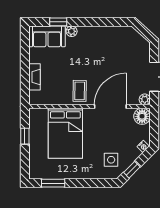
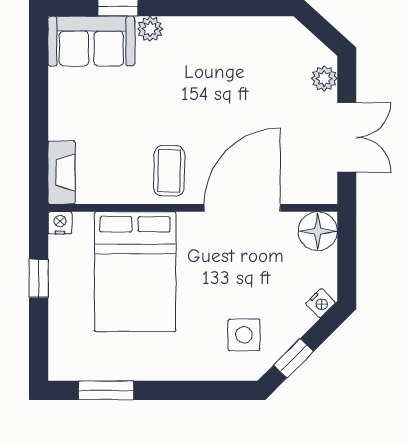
fireplace: (34, 77) -> (62, 173), moved
plant: (145, 99) -> (324, 78), moved
nightstand: (34, 113) -> (60, 223), added

